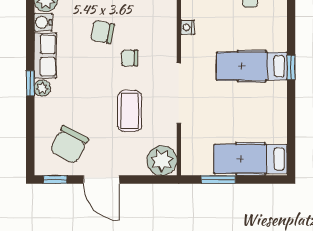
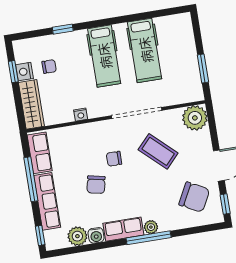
chair: (130, 58) -> (114, 159), turned 90
window: (291, 67) -> (63, 29), moved
window: (30, 83) -> (149, 238), width x2.17
coffee table: (130, 111) -> (158, 151), turned 43
hospital bed: (251, 159) -> (145, 50), moved

